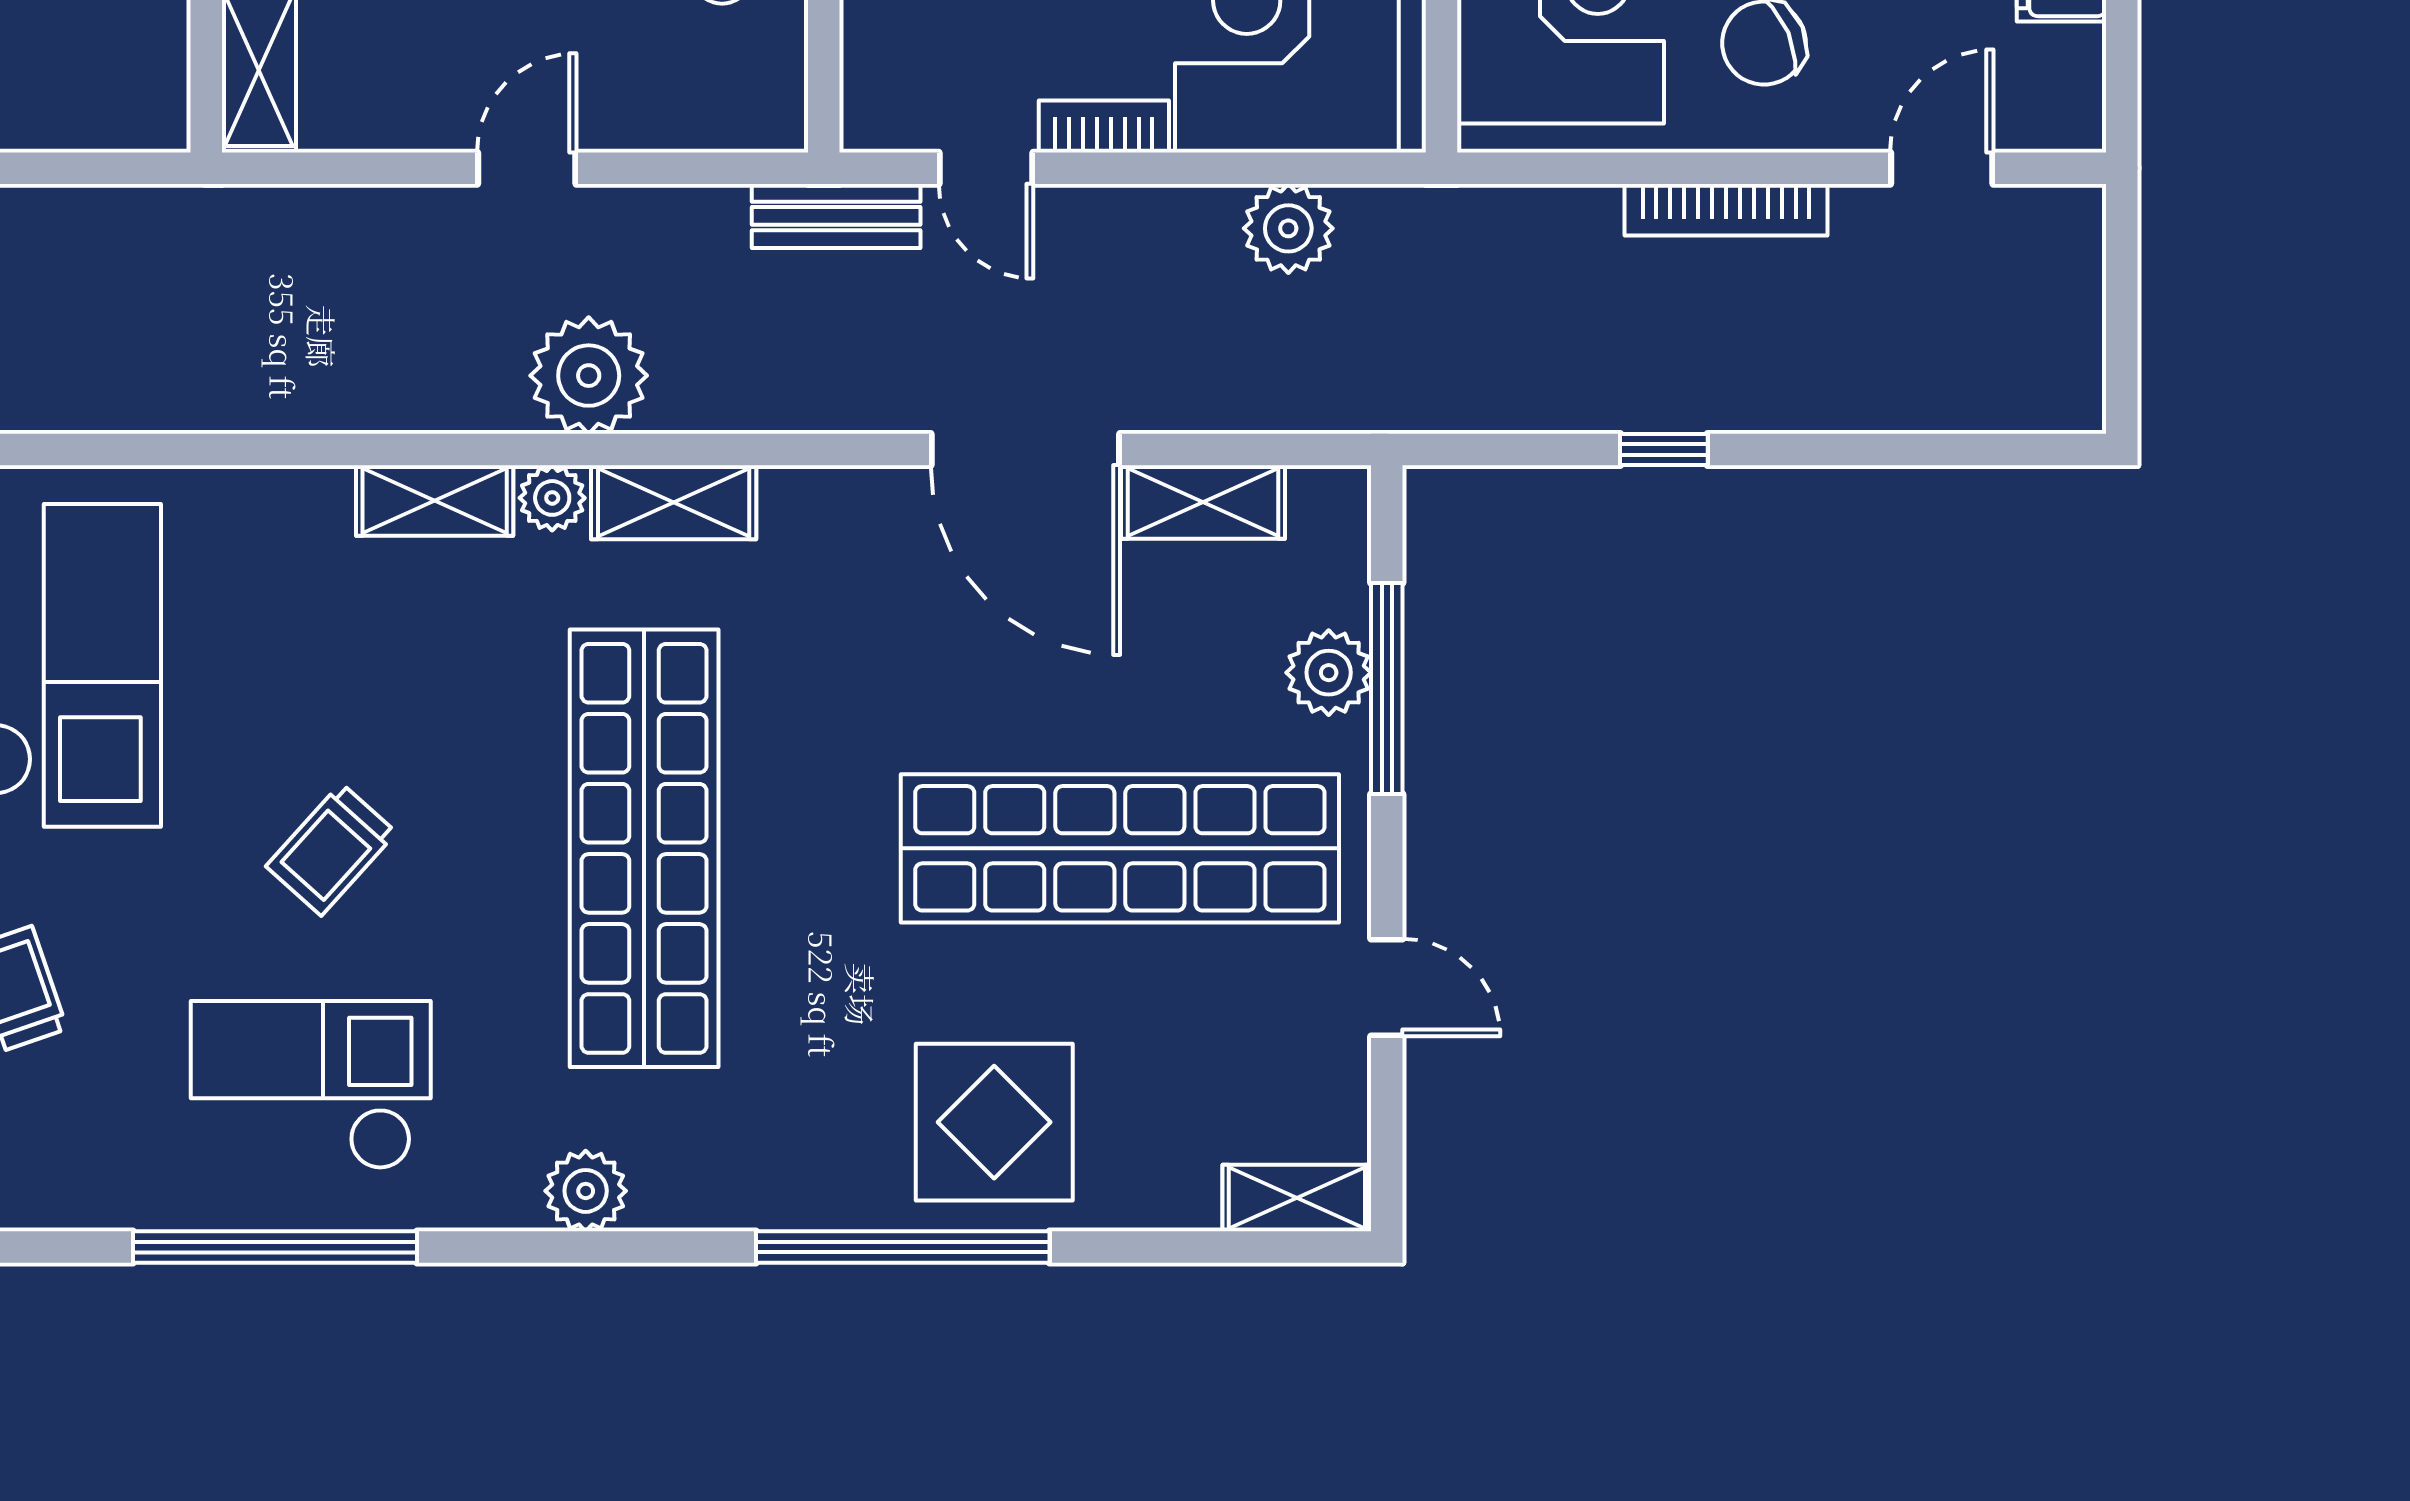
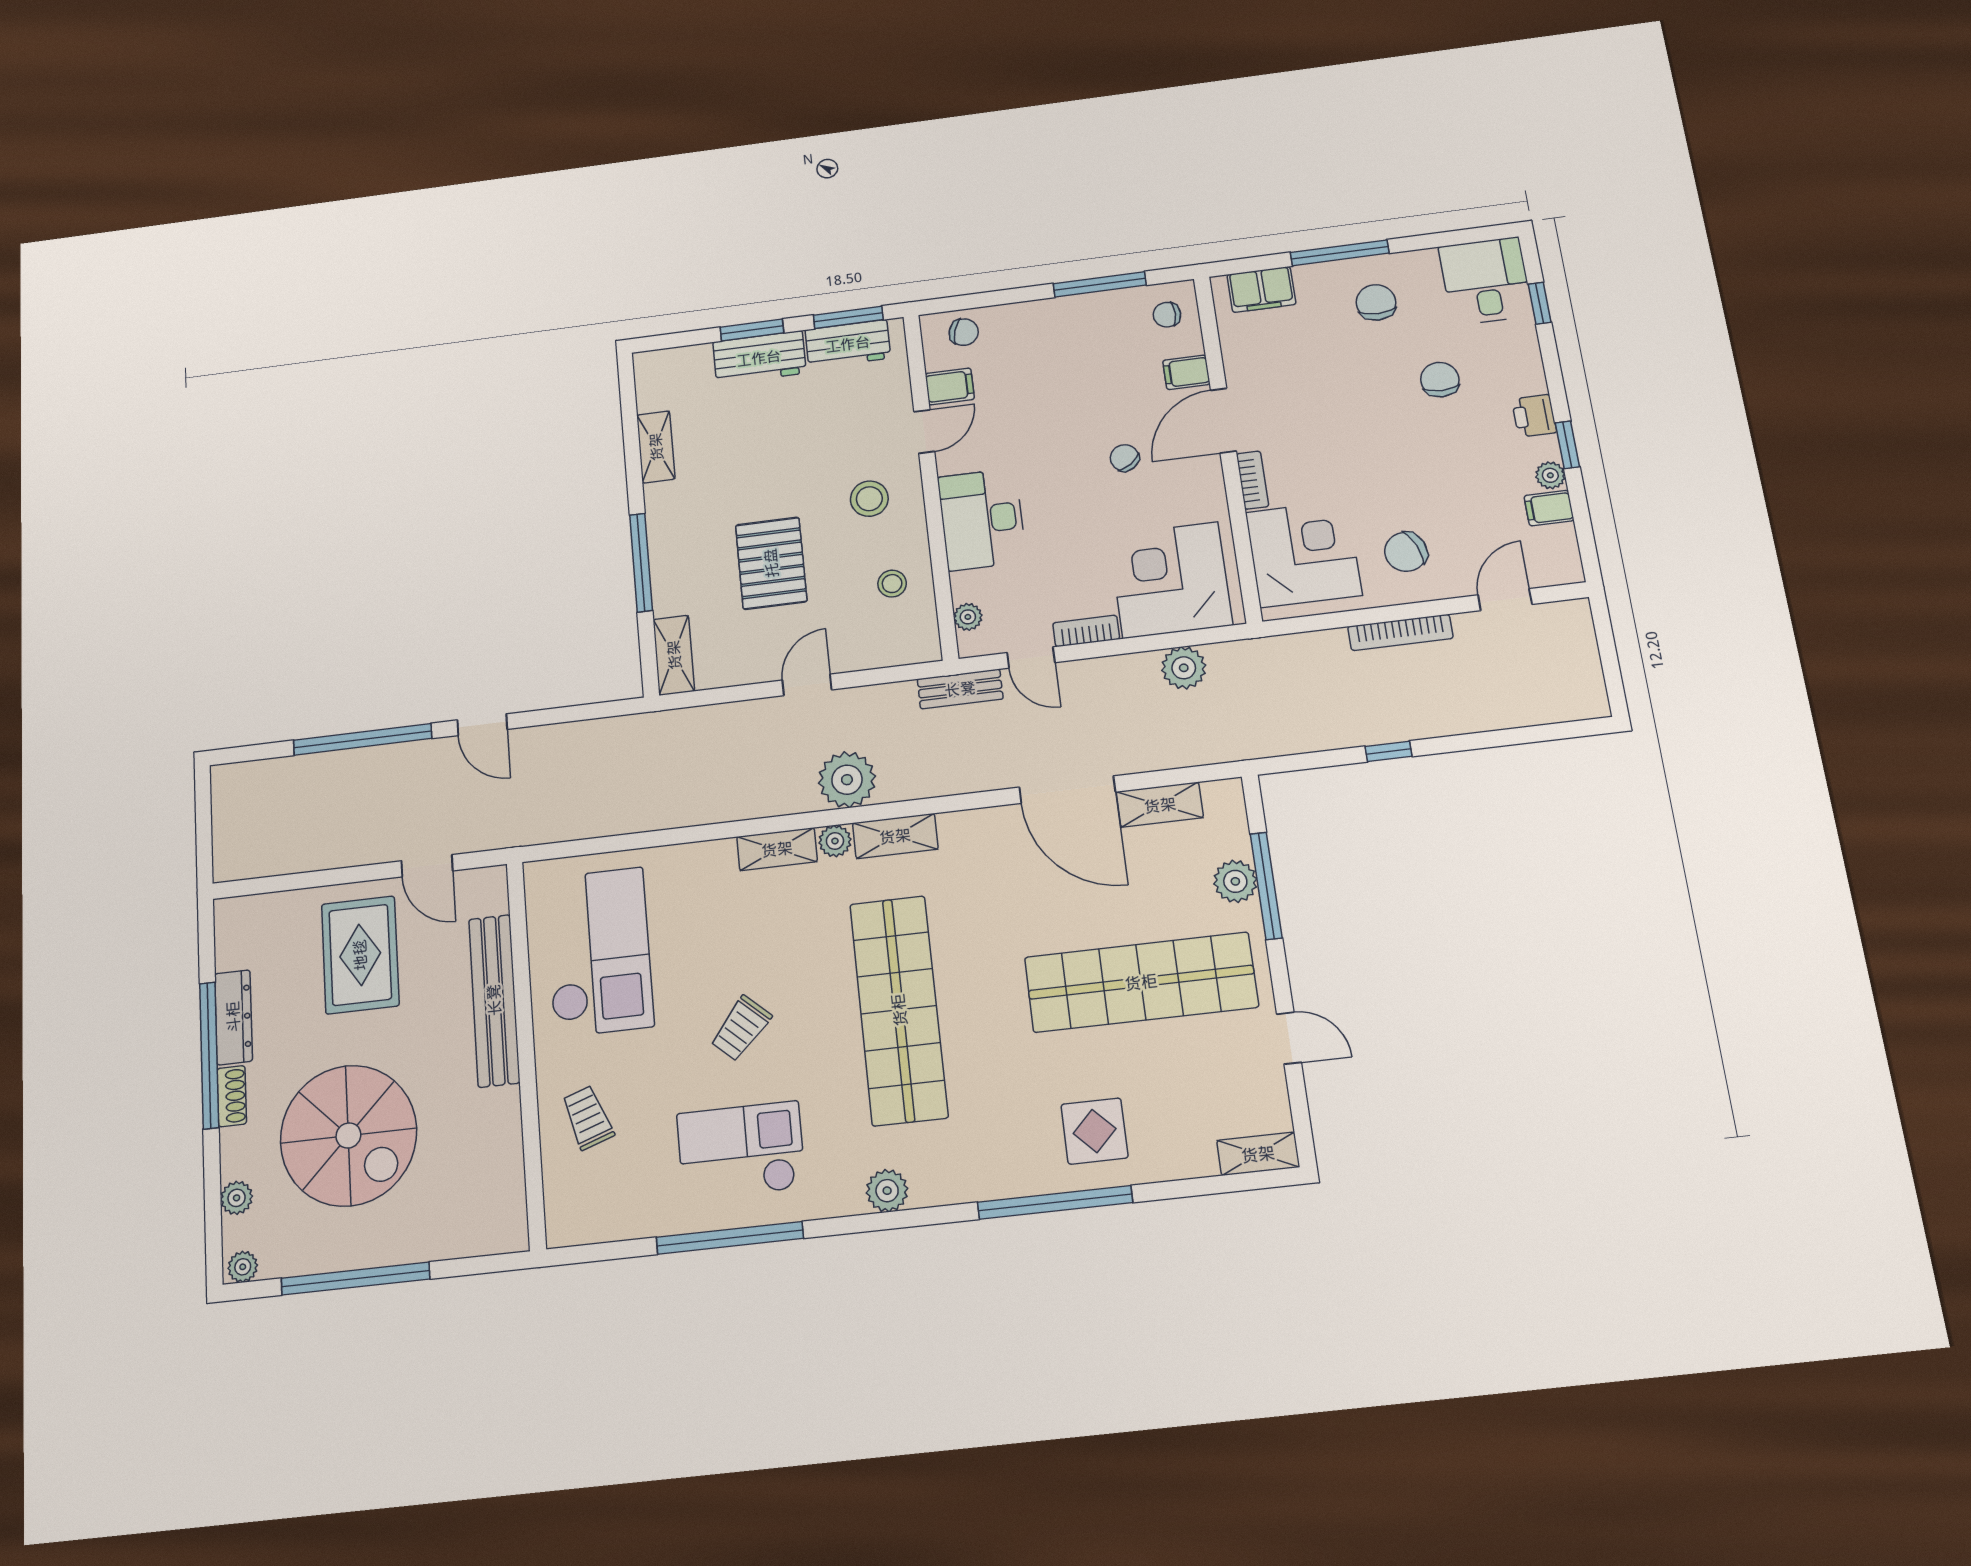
plant: (869, 66) -> (968, 617), added
display table: (994, 1122) -> (1095, 1131), width x0.73, depth x0.73

